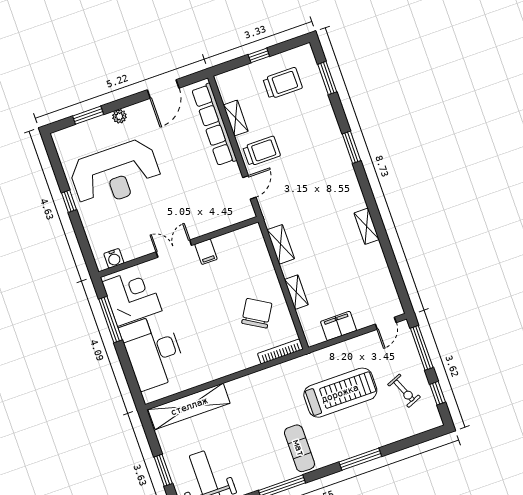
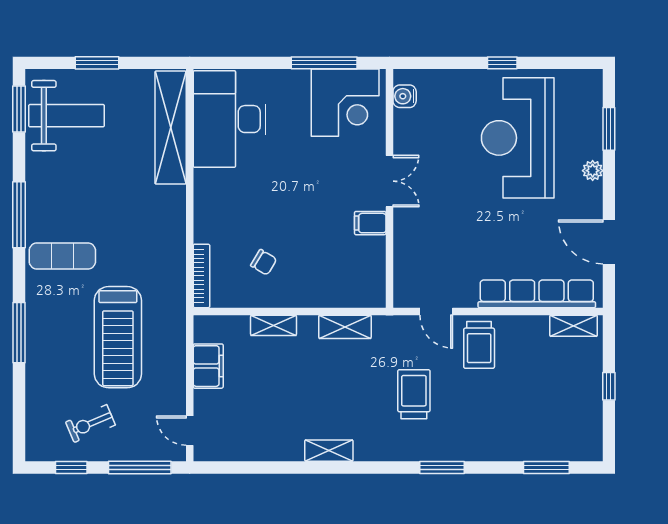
trolley: (283, 83) -> (414, 394), moved, turned 180
shelving: (236, 118) -> (574, 326), moved
chair: (257, 313) -> (264, 262), width x0.54, depth x0.54
desk: (153, 352) -> (230, 119), moved, turned -90

